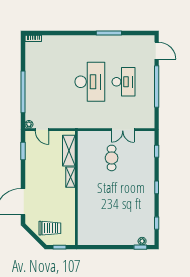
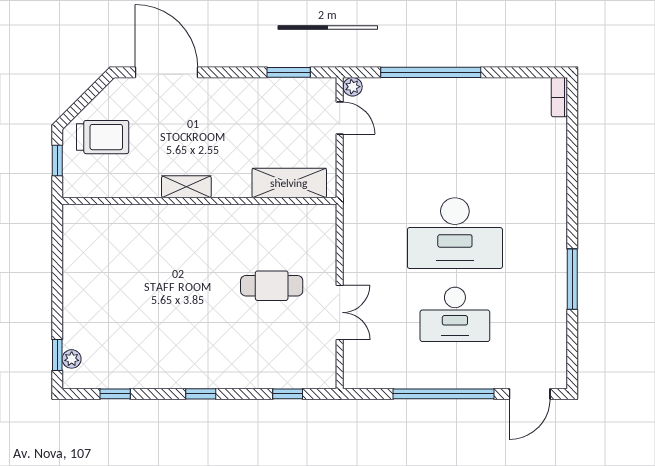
door: (42, 130) -> (340, 118), swing flipped
double door: (123, 130) -> (340, 312), swing flipped
shelving: (70, 177) -> (186, 187), moved
trolley: (50, 228) -> (103, 137), turned -90

